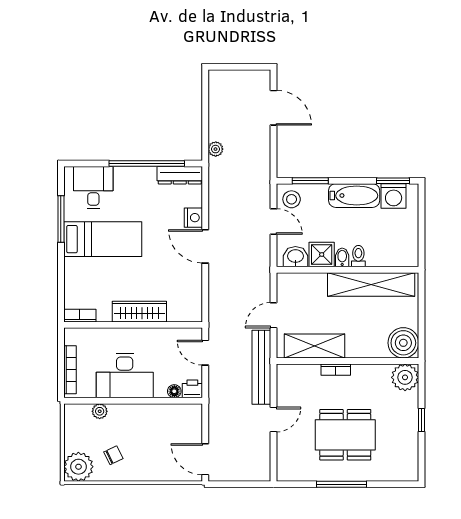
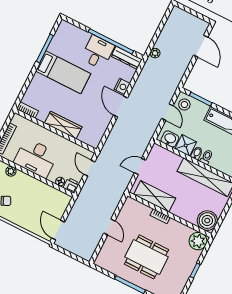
desk: (93, 188) -> (98, 52), moved
bench: (261, 367) -> (118, 193), removed
door: (273, 419) -> (109, 227), hinge flipped

